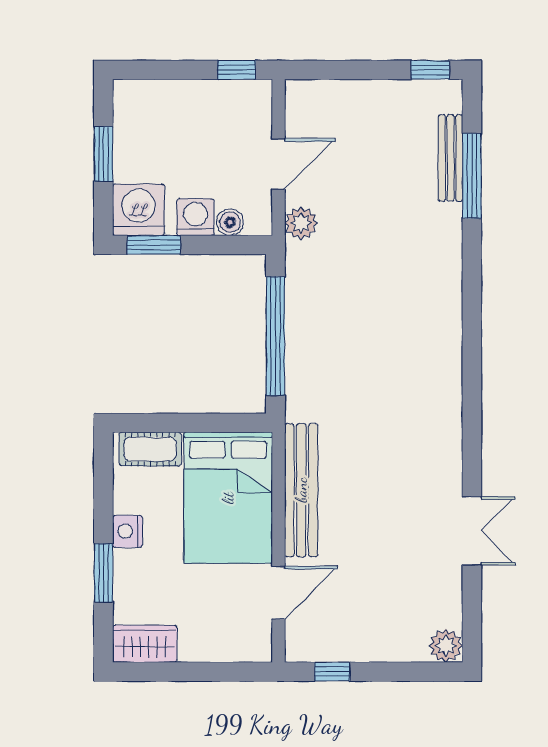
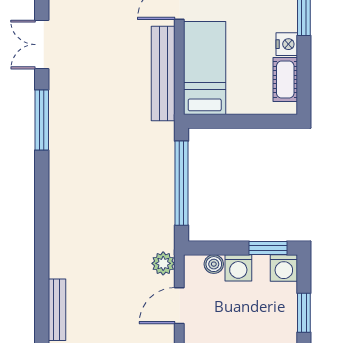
window: (472, 176) -> (42, 120), moved
washing machine: (139, 210) -> (284, 268), width x0.73, depth x0.73
cot: (150, 449) -> (285, 80), moved, turned 90
bed: (228, 498) -> (205, 68), width x0.67

